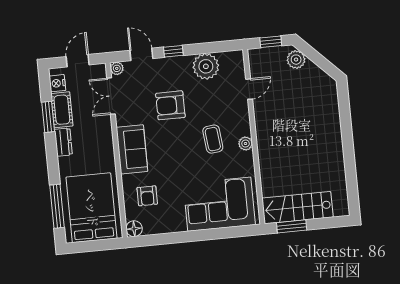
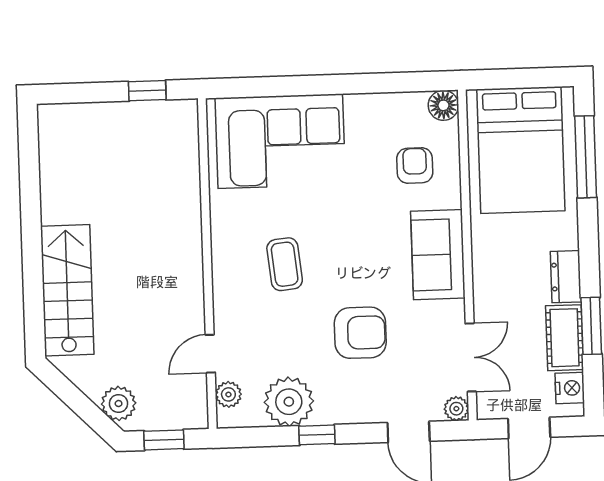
window: (173, 51) -> (317, 435), moved
plant: (246, 144) -> (228, 394), moved
stairs: (297, 208) -> (67, 290), moved, turned -90
window: (292, 226) -> (147, 91), width x0.67

